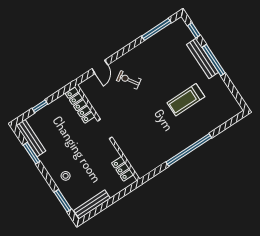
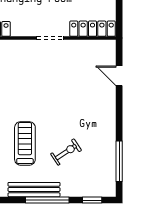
bench: (202, 58) -> (34, 190), moved
exercise bike: (129, 80) -> (66, 152), moved

